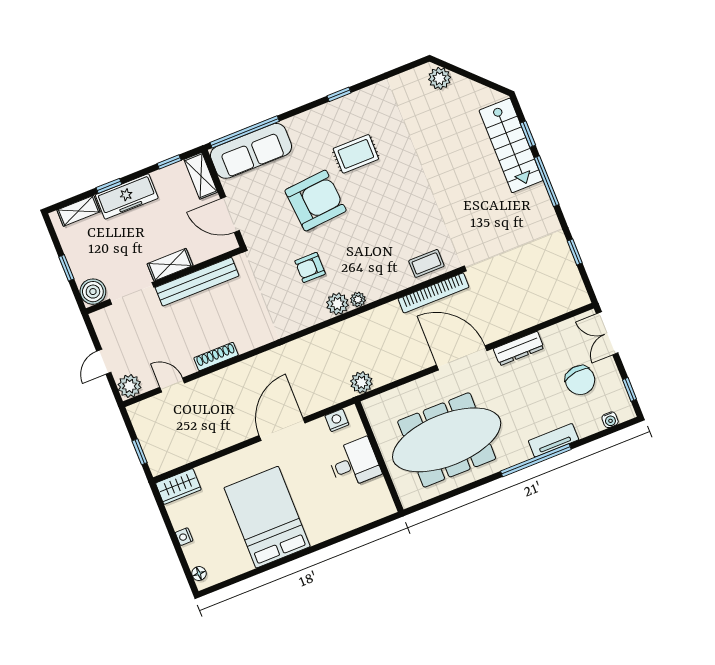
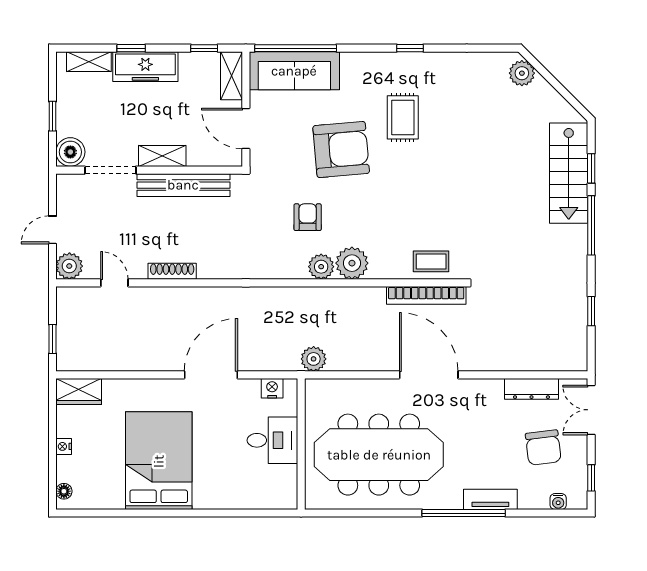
rug: (356, 154) -> (403, 117), turned 90
armchair: (310, 267) -> (308, 217), turned 90
plant: (358, 300) -> (352, 263), width x1.88, depth x1.88
dresser: (519, 348) -> (531, 389), moved

